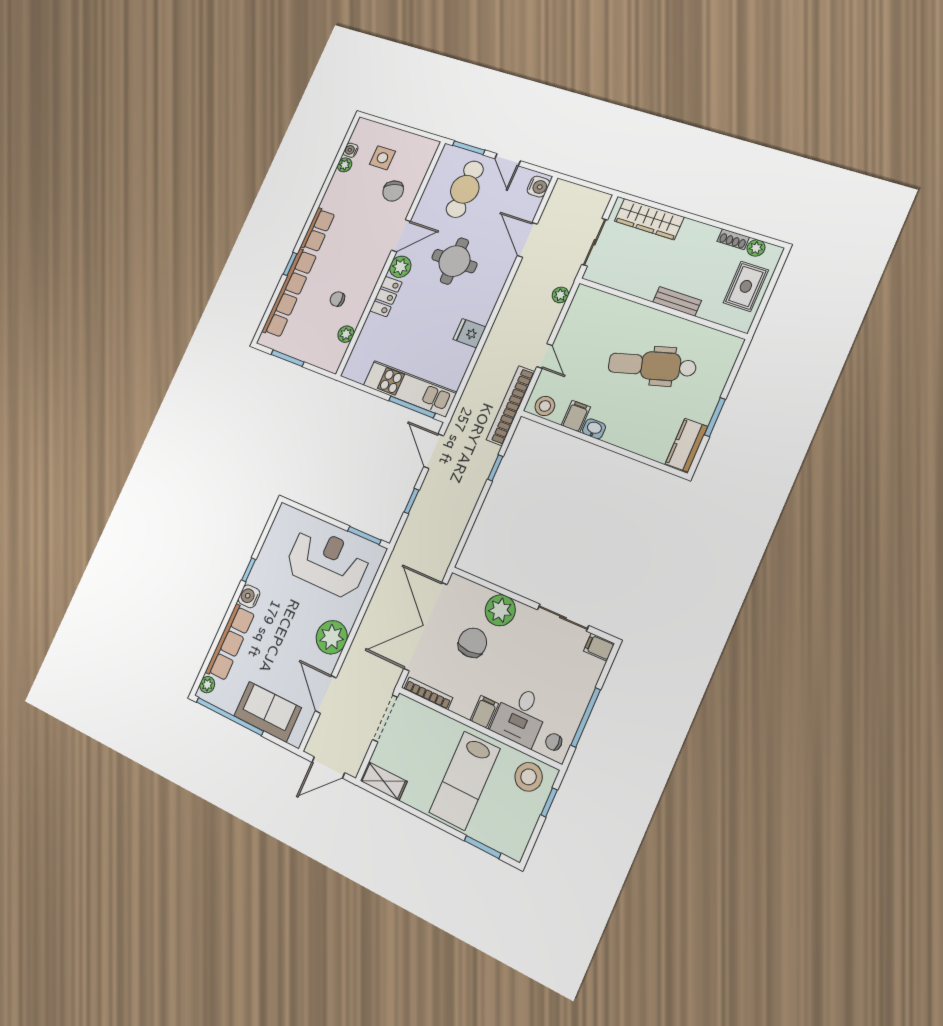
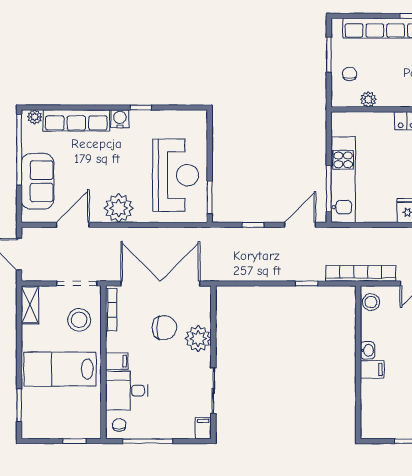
chair: (337, 299) -> (350, 74), moved
filing cabinet: (576, 416) -> (372, 369), moved
kitchen counter: (687, 445) -> (382, 429), removed
stool: (529, 777) -> (79, 320), moved

